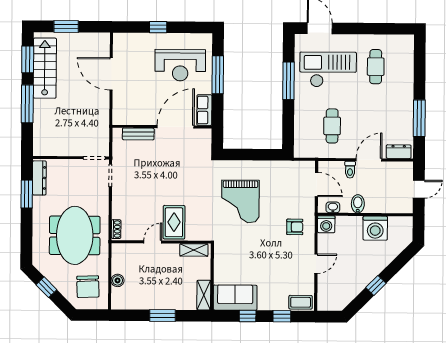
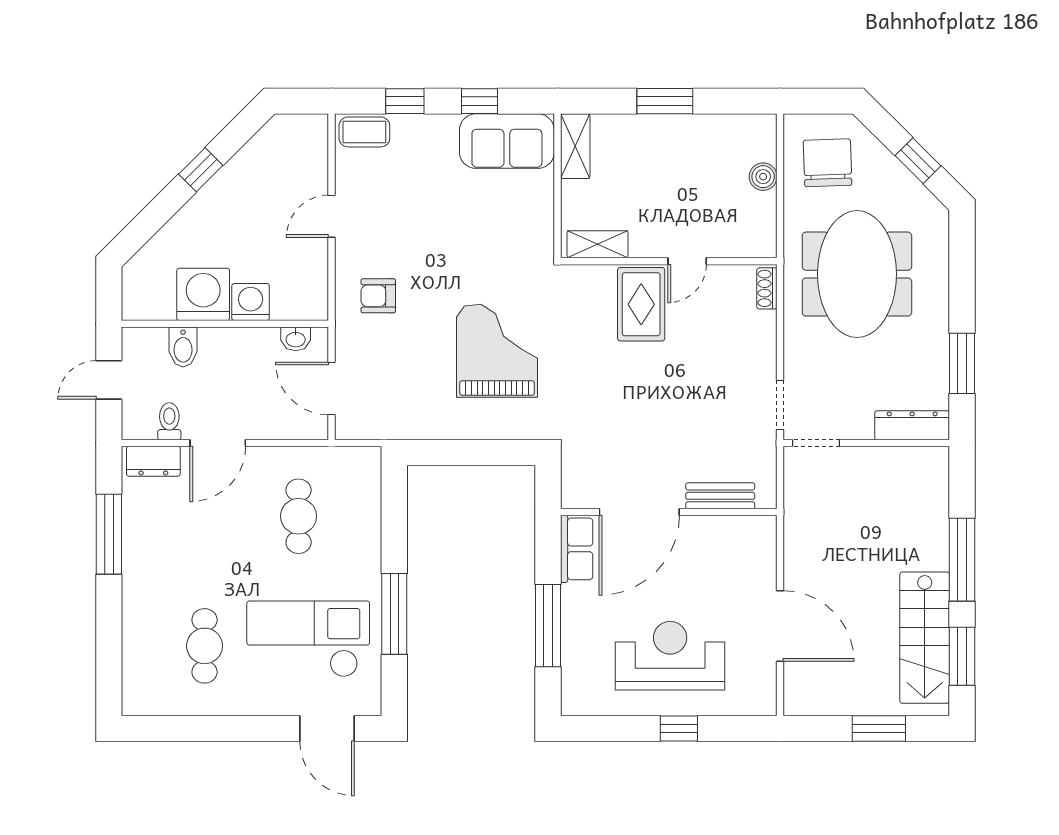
reception desk: (180, 65) -> (670, 656), moved
checkout: (328, 69) -> (308, 639), turned 180
toilet: (350, 170) -> (169, 421), moved
dresser: (39, 178) -> (912, 425), moved, turned 90
bidet: (358, 204) -> (183, 347), moved
washing machine: (326, 224) -> (251, 302), moved

